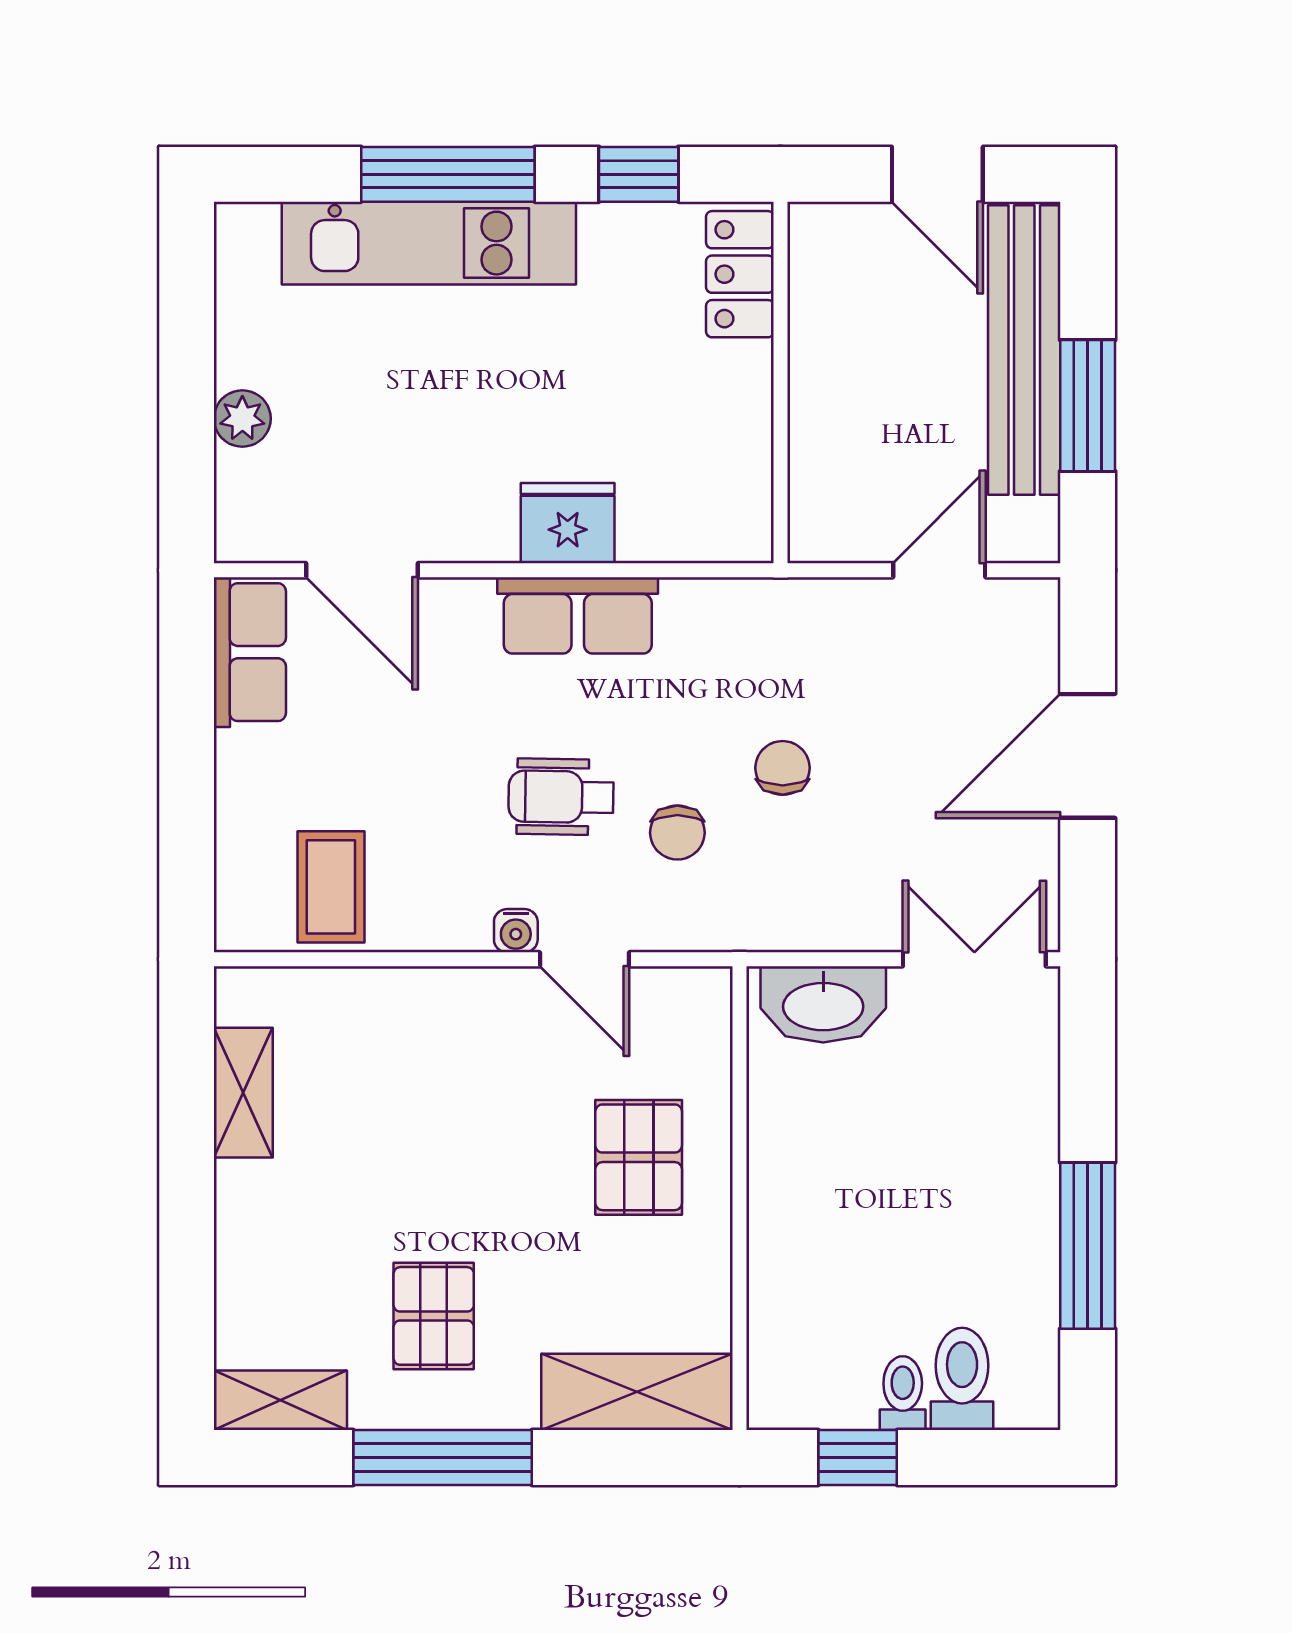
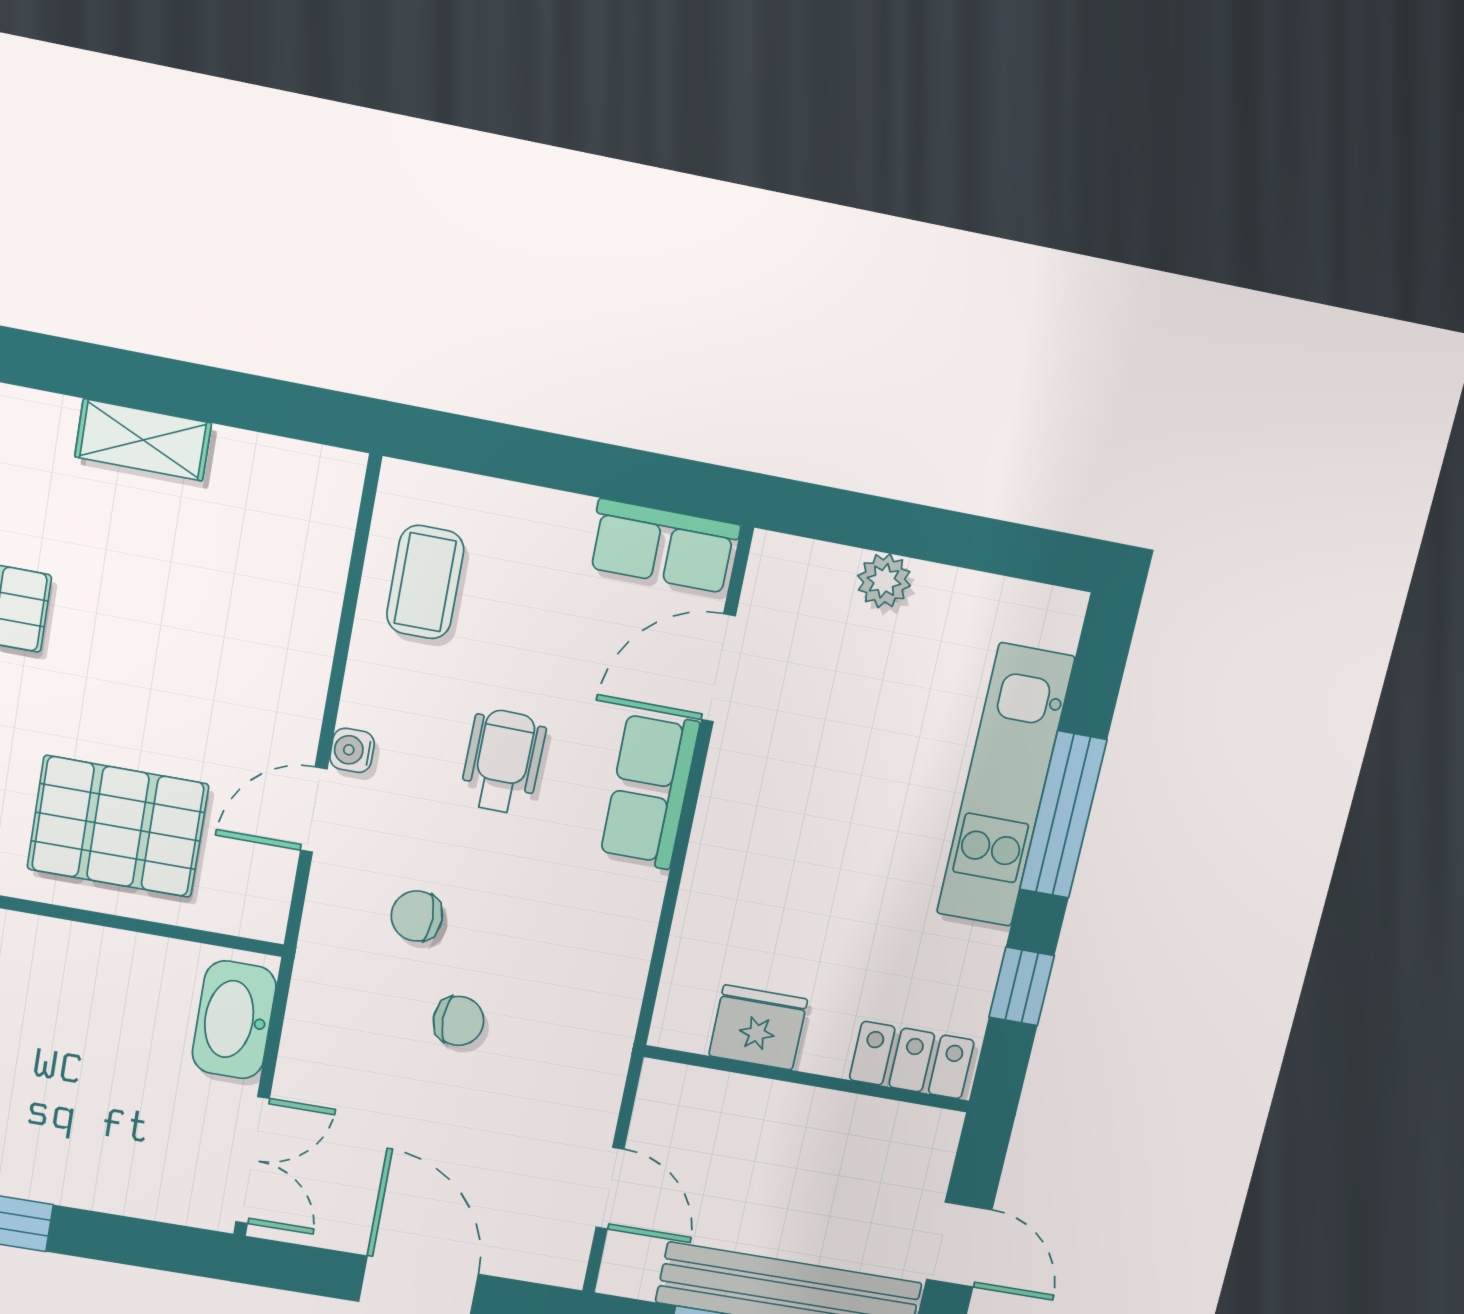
door: (937, 174) -> (959, 1245), swing flipped
fridge: (568, 523) -> (758, 1027), moved, turned -90
row of seats: (578, 615) -> (650, 790), moved
wheelchair: (561, 797) -> (503, 762), moved
coffee table: (331, 887) -> (425, 582), turned 90
shelving: (243, 1093) -> (143, 440), moved
pallet: (639, 1157) -> (118, 827), width x1.50, depth x1.42

